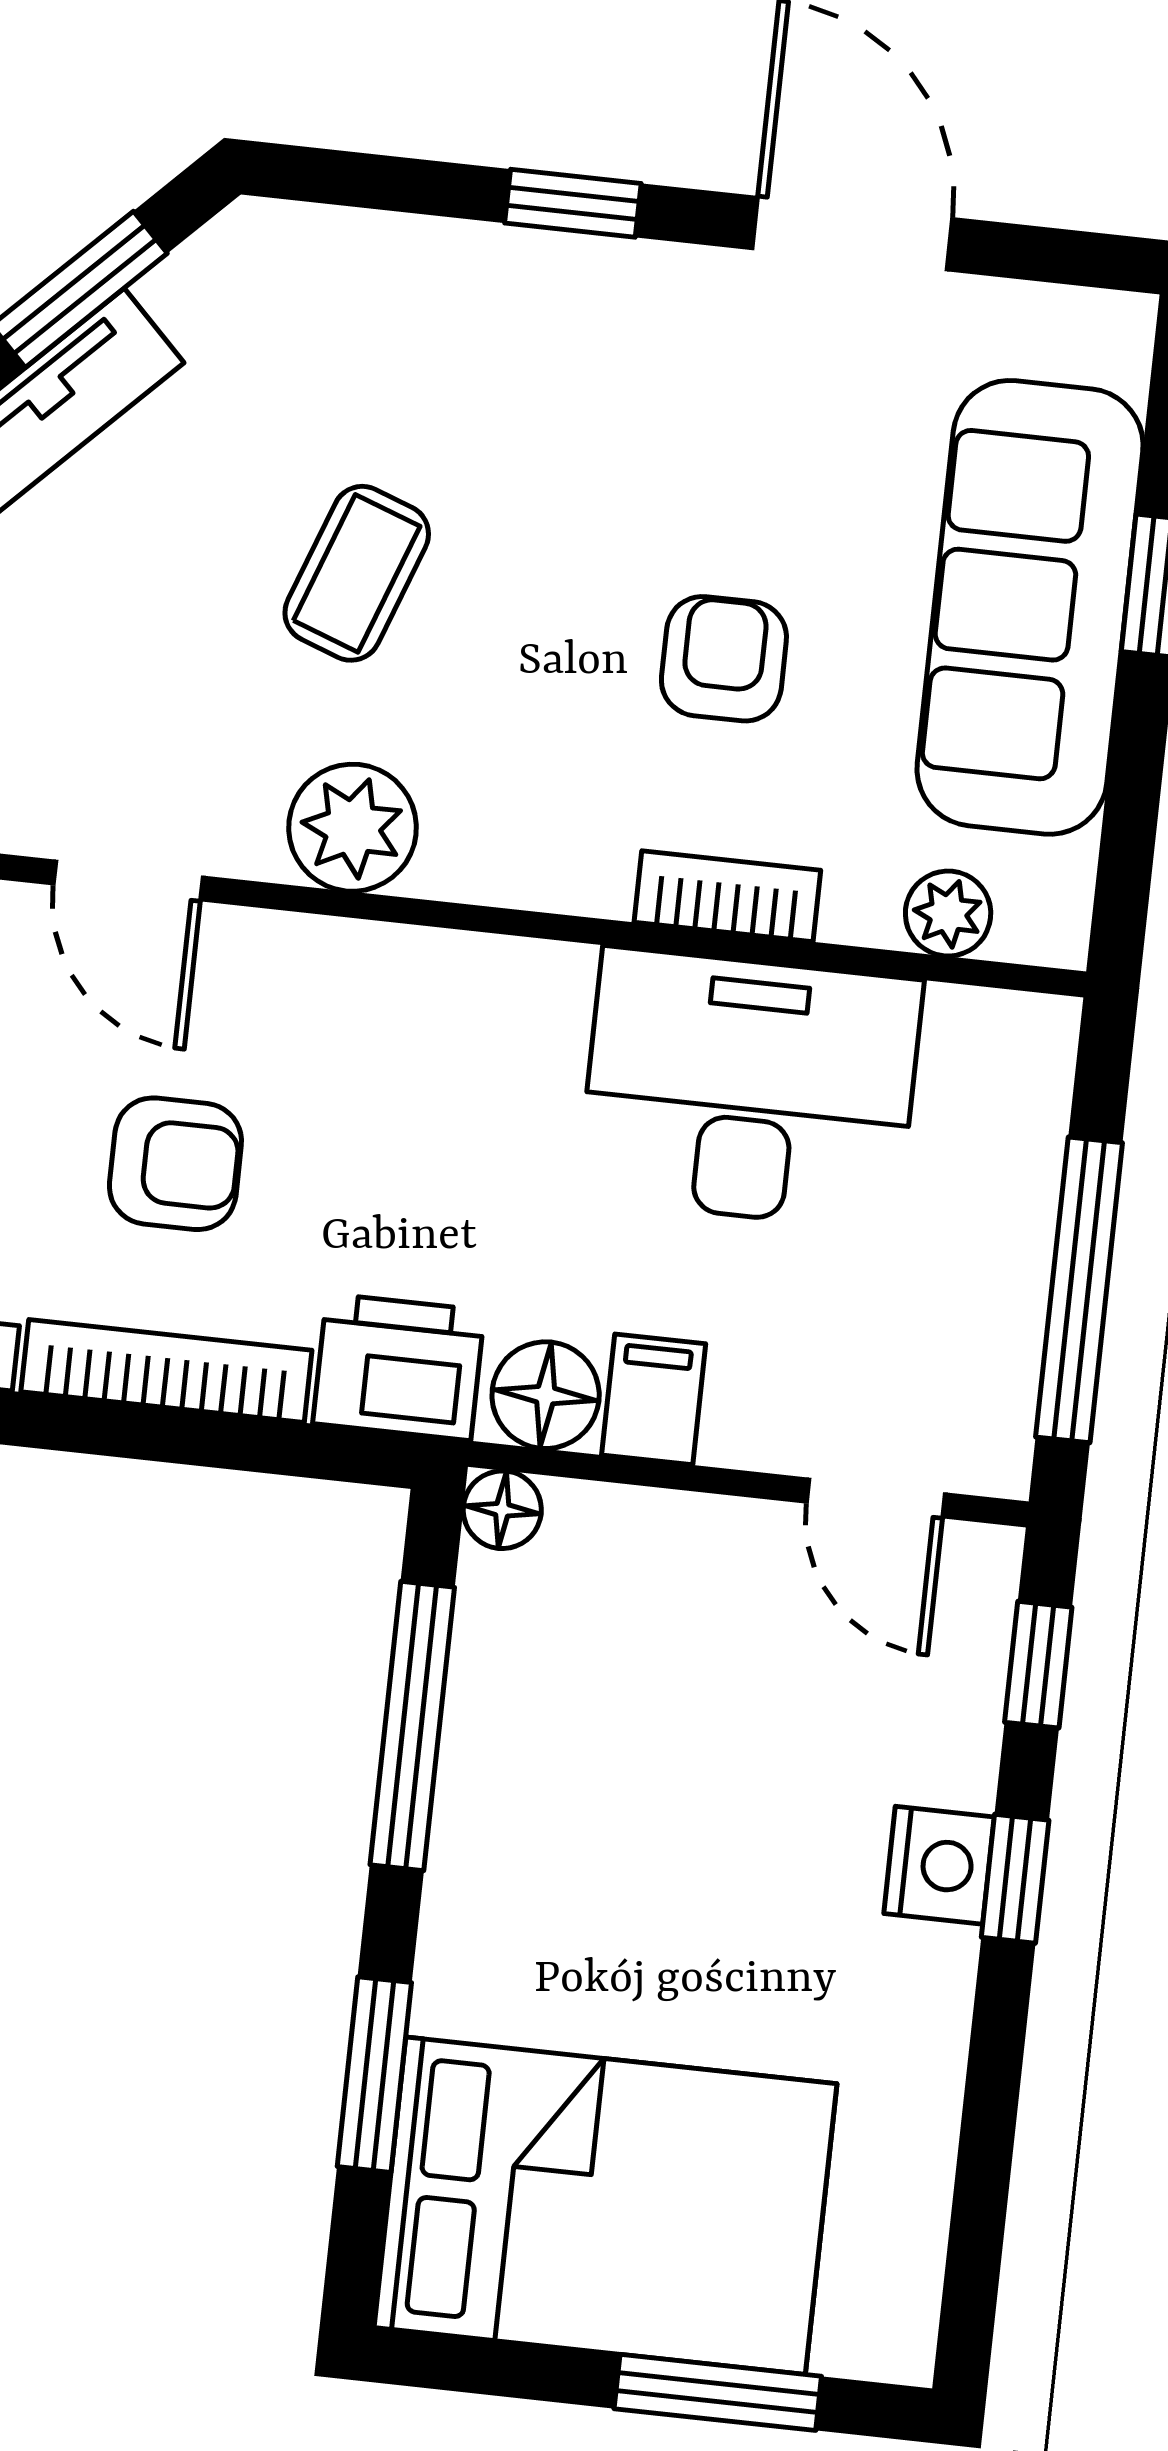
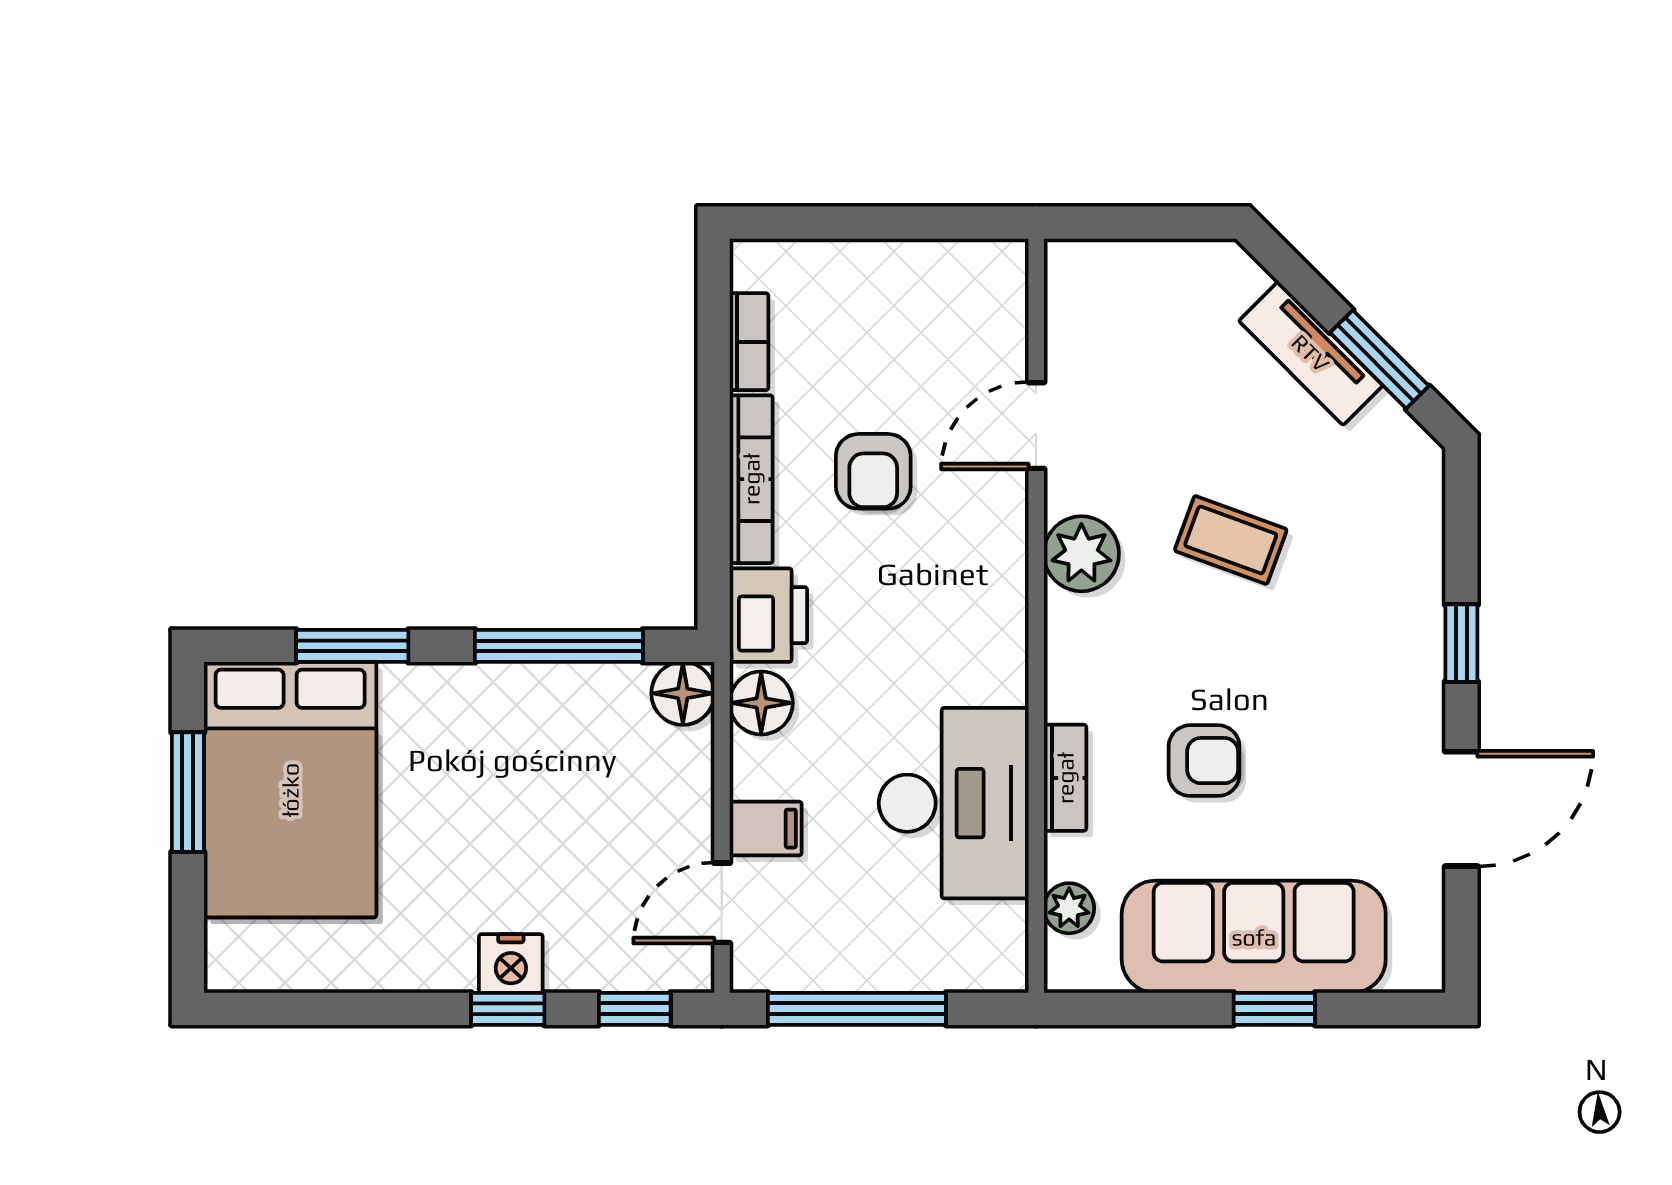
filing cabinet: (654, 1399) -> (766, 829), moved
floor lamp: (502, 1510) -> (683, 693), width x1.37, depth x1.37
window: (718, 2392) -> (188, 792), moved

